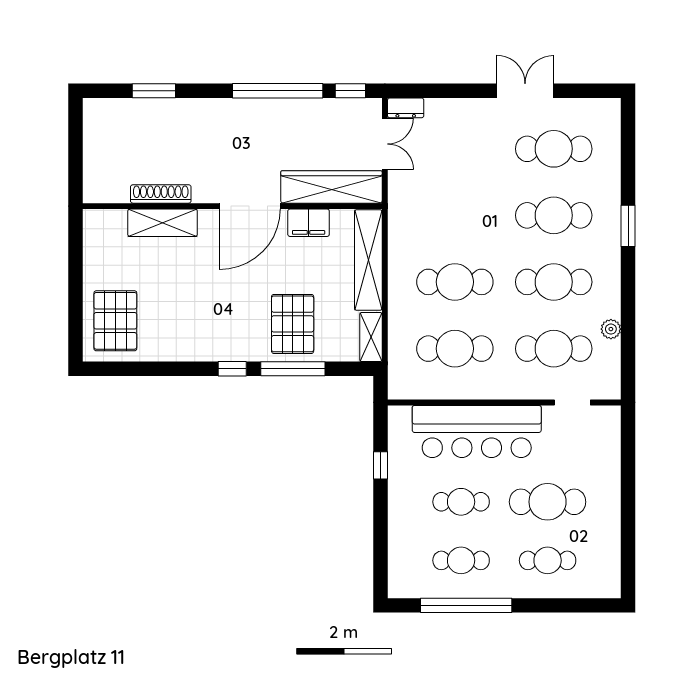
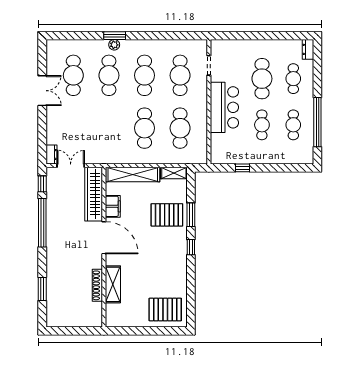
double door: (525, 91) -> (42, 91), swing flipped
plant: (611, 329) -> (114, 45), moved
window: (293, 369) -> (191, 215), width x0.69
bar counter: (477, 431) -> (224, 107), width x0.73
dresser: (602, 588) -> (308, 49), added

